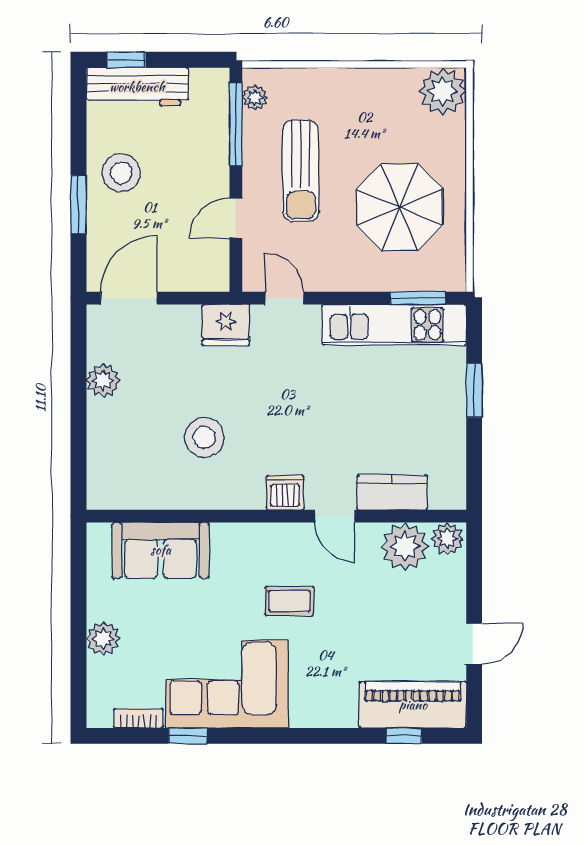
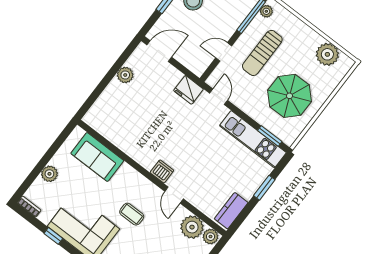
plant: (443, 91) -> (327, 54), moved
stool: (204, 437) -> (147, 127), removed
kitchen counter: (392, 492) -> (231, 211), moved, turned -90
bookcase: (139, 718) -> (29, 207), moved

